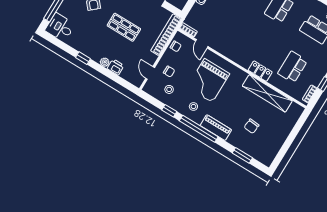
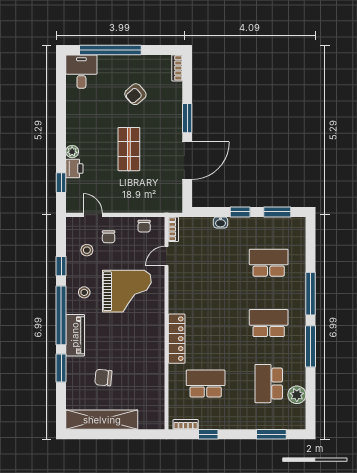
bookcase: (166, 35) -> (151, 206), removed
window: (83, 58) -> (61, 183), moved
locker: (260, 71) -> (177, 339), width x1.53
door: (150, 73) -> (93, 215), hinge flipped
grand piano: (208, 80) -> (127, 291), turned 180
shelving: (267, 93) -> (102, 420), moved, turned 90
window: (242, 155) -> (61, 368), moved

